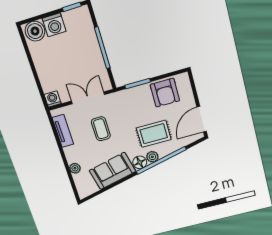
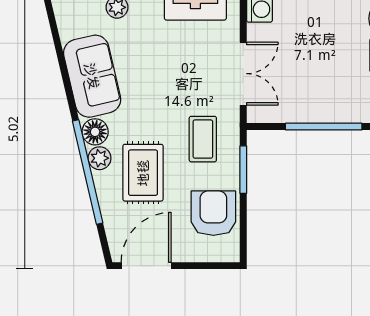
armchair: (165, 93) -> (213, 213), turned 90
door: (202, 119) -> (146, 266), hinge flipped
coffee table: (101, 129) -> (203, 139), moved, turned 90

